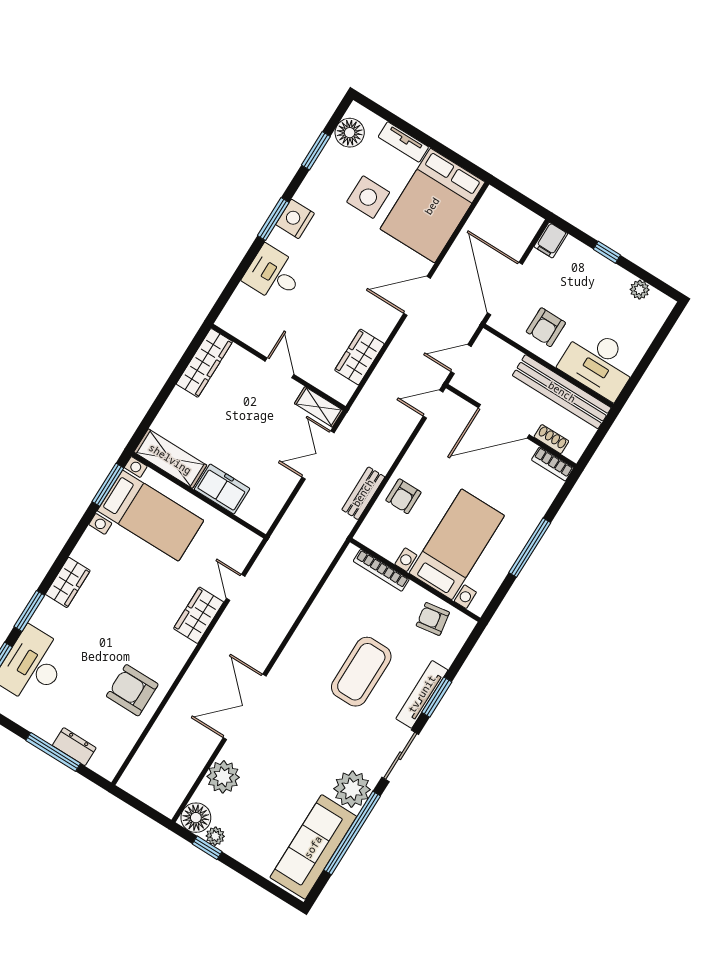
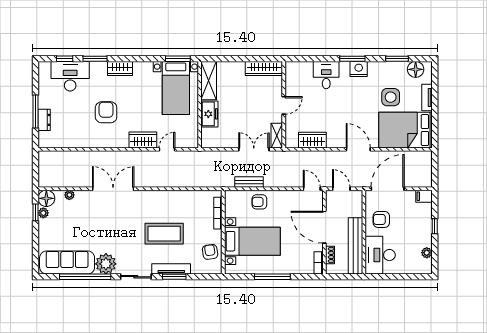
armchair: (132, 690) -> (106, 112), moved
plant: (223, 777) -> (69, 195), width x0.53, depth x0.53

